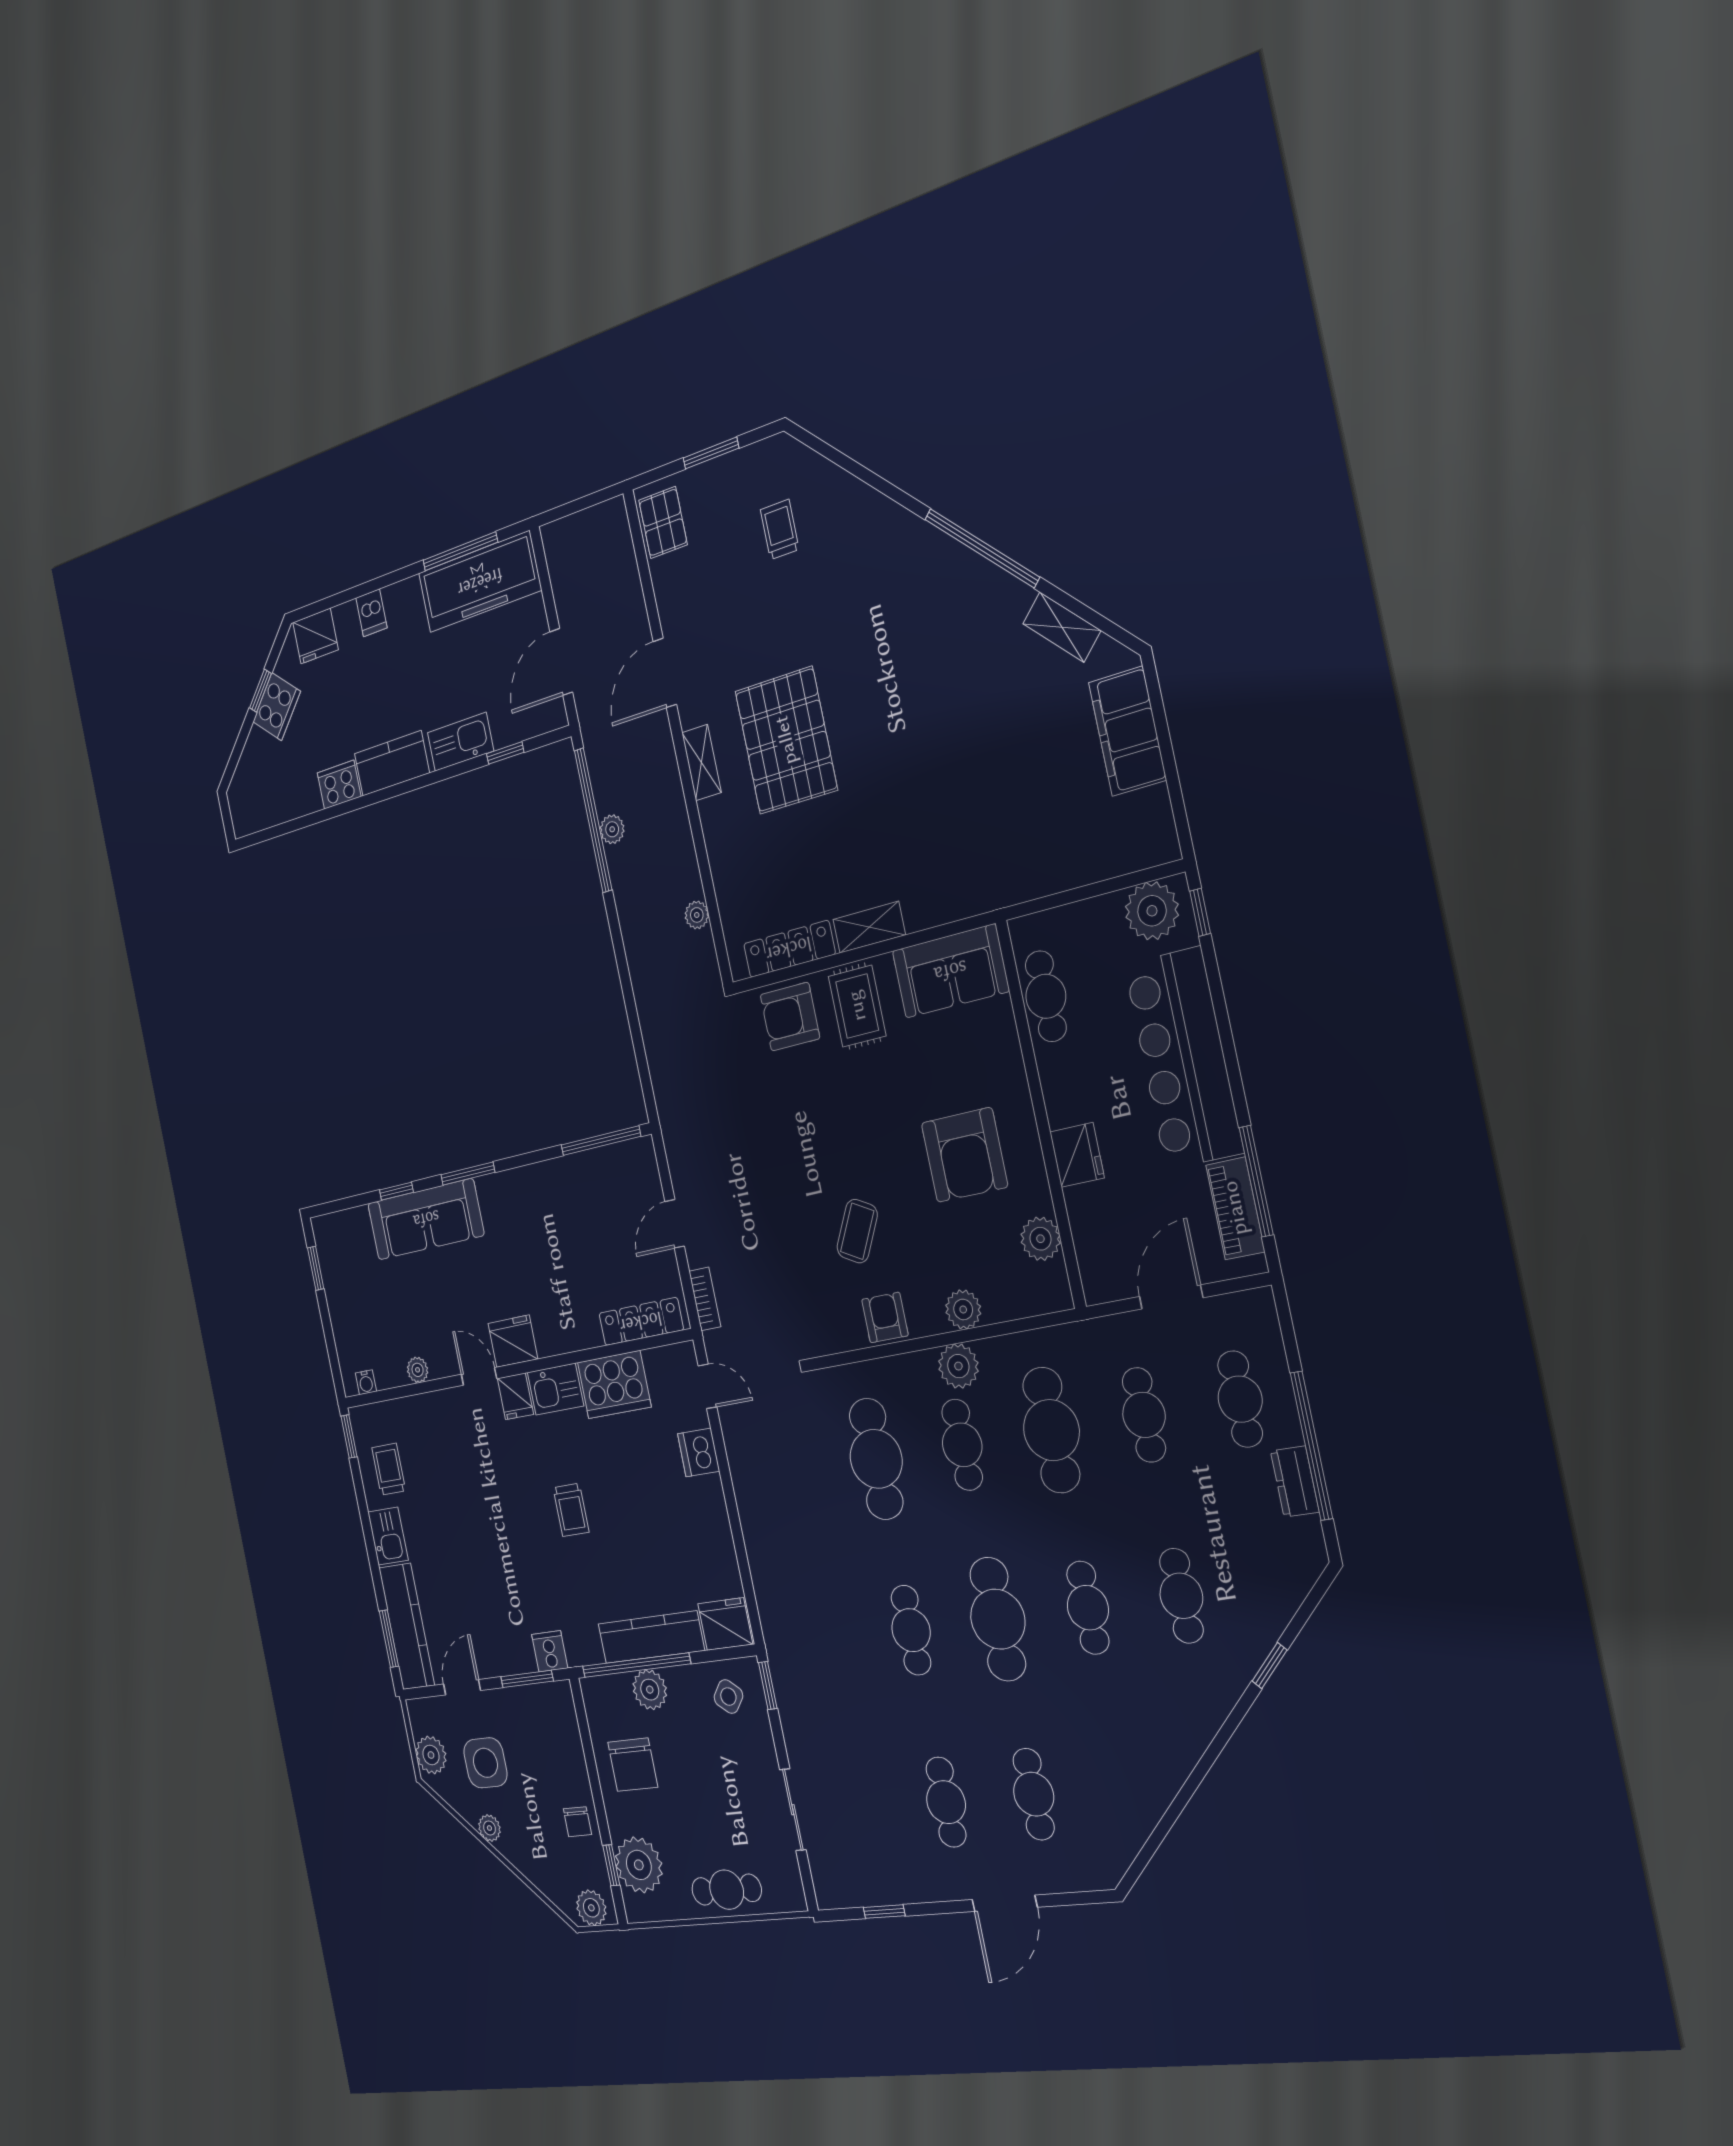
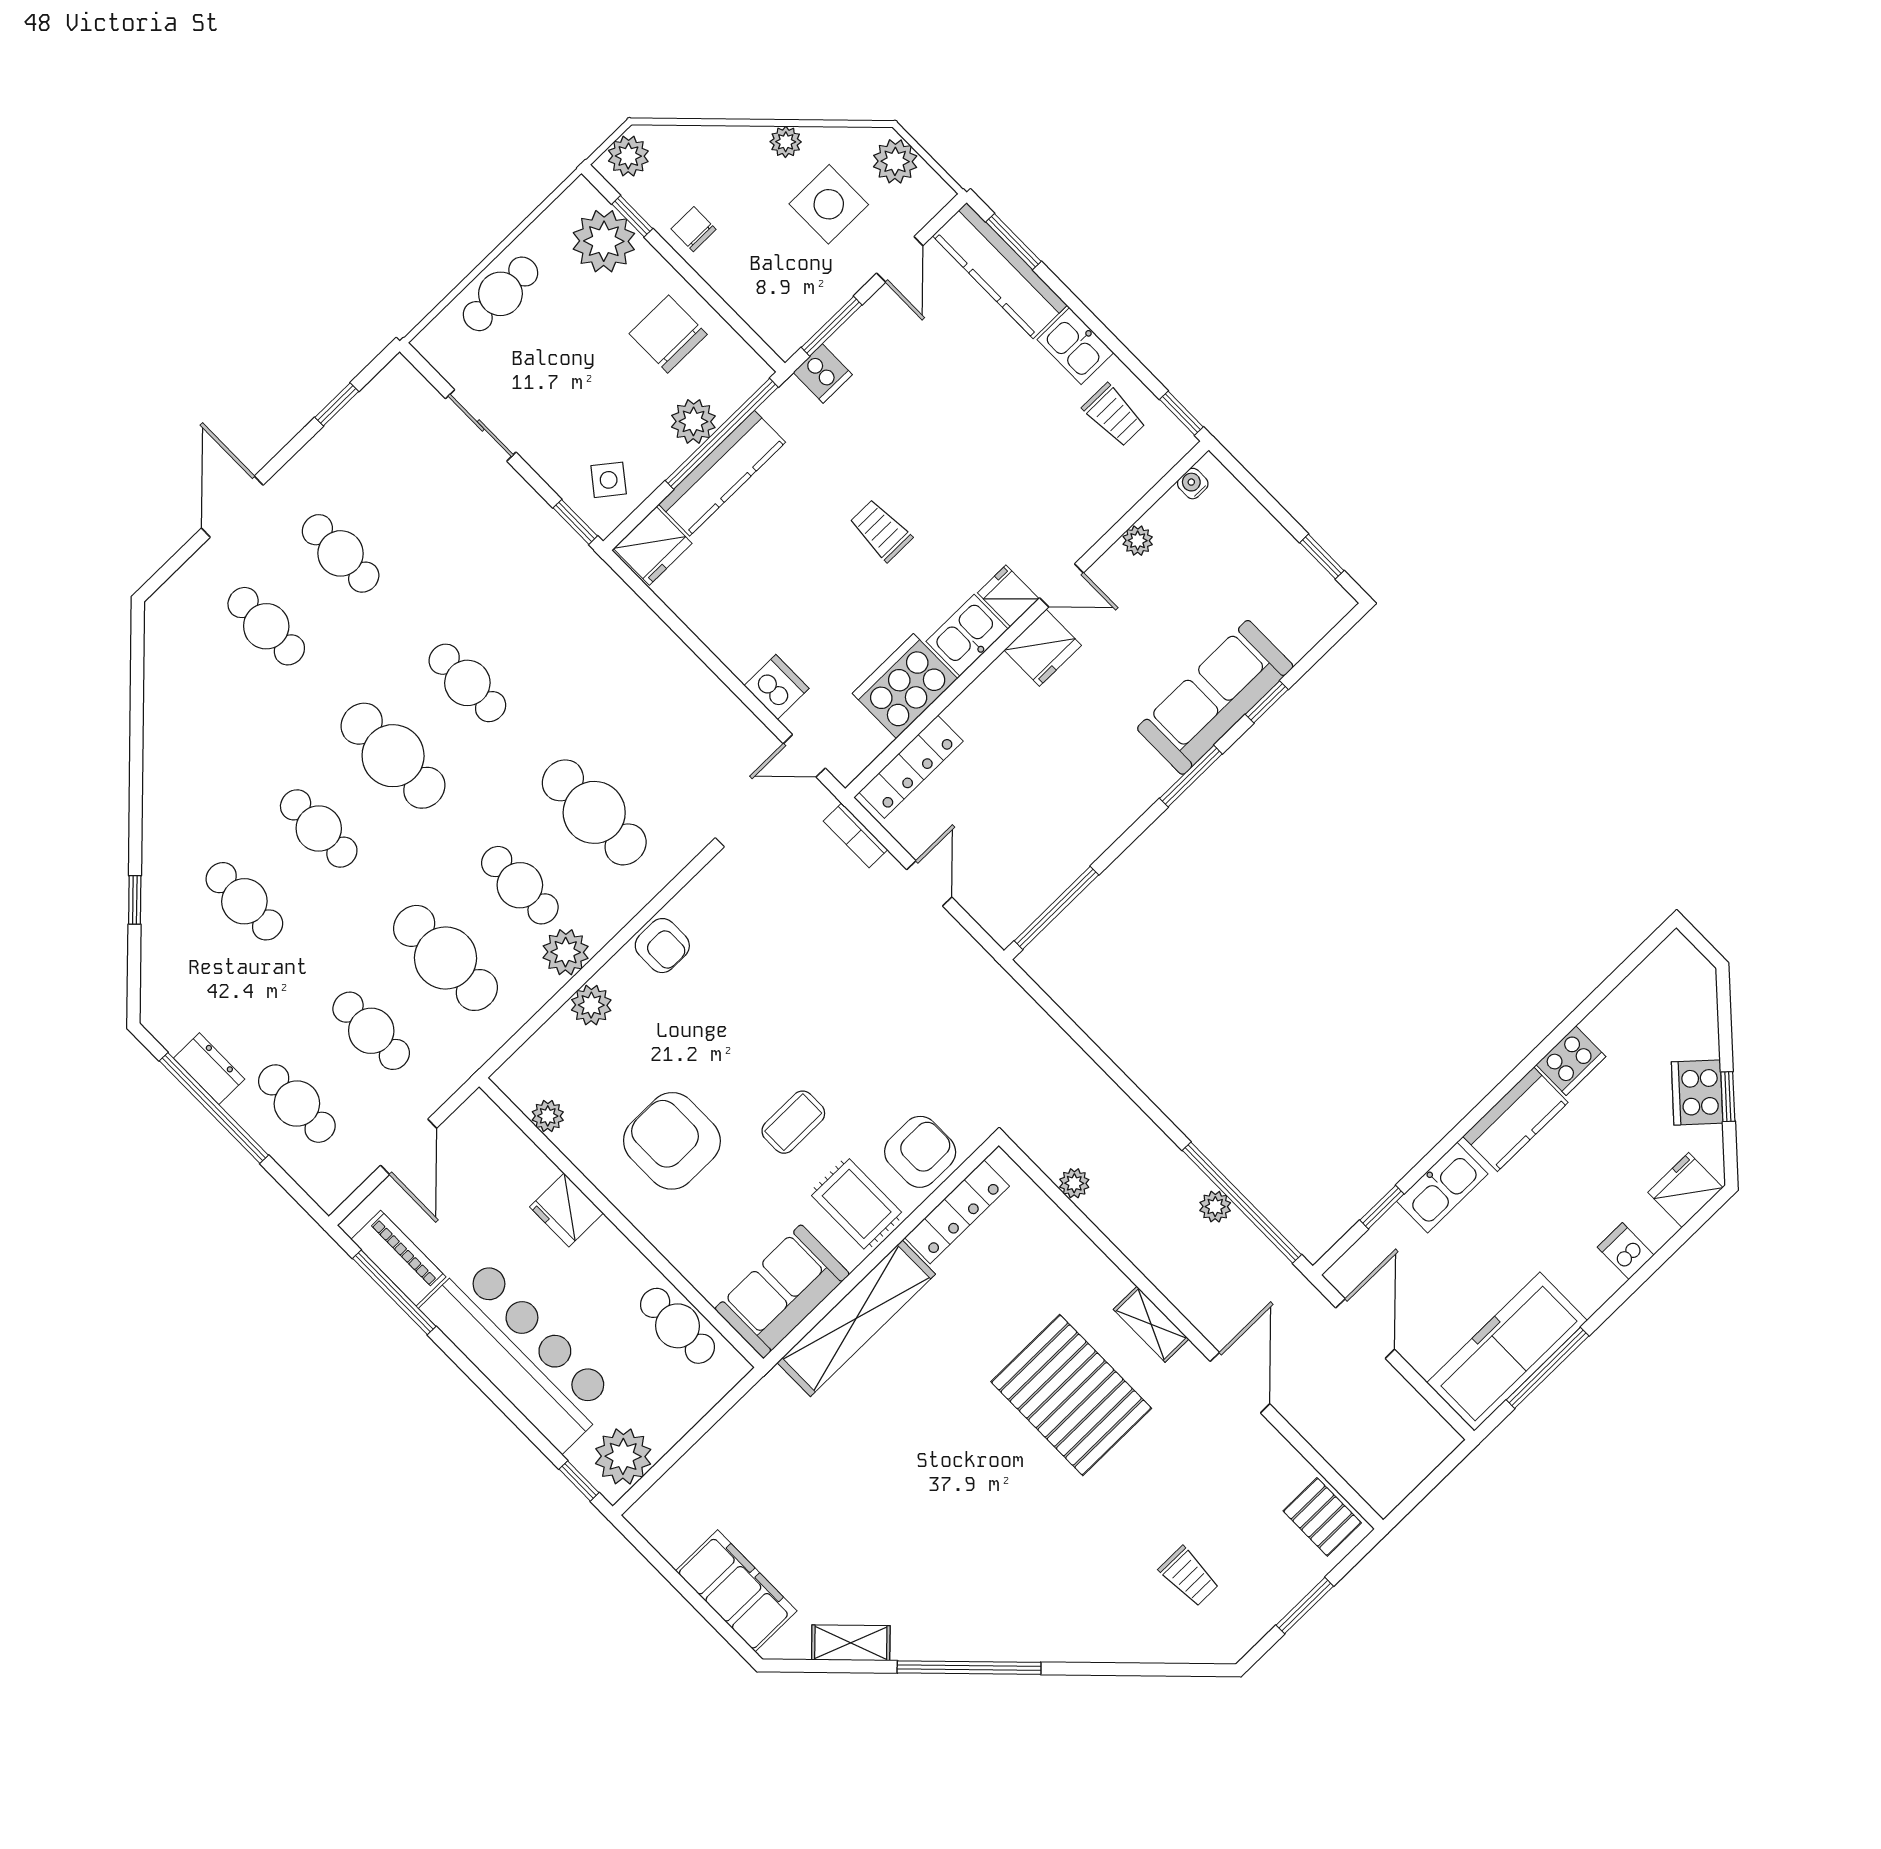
shelving: (869, 927) -> (856, 1318), width x2.20, depth x1.33
coffee table: (857, 1231) -> (793, 1122), moved, turned 62
plant: (1040, 1239) -> (548, 1116), width x0.73, depth x0.73

